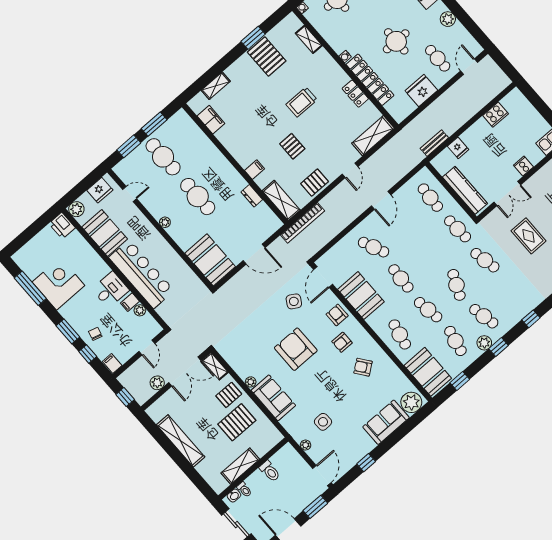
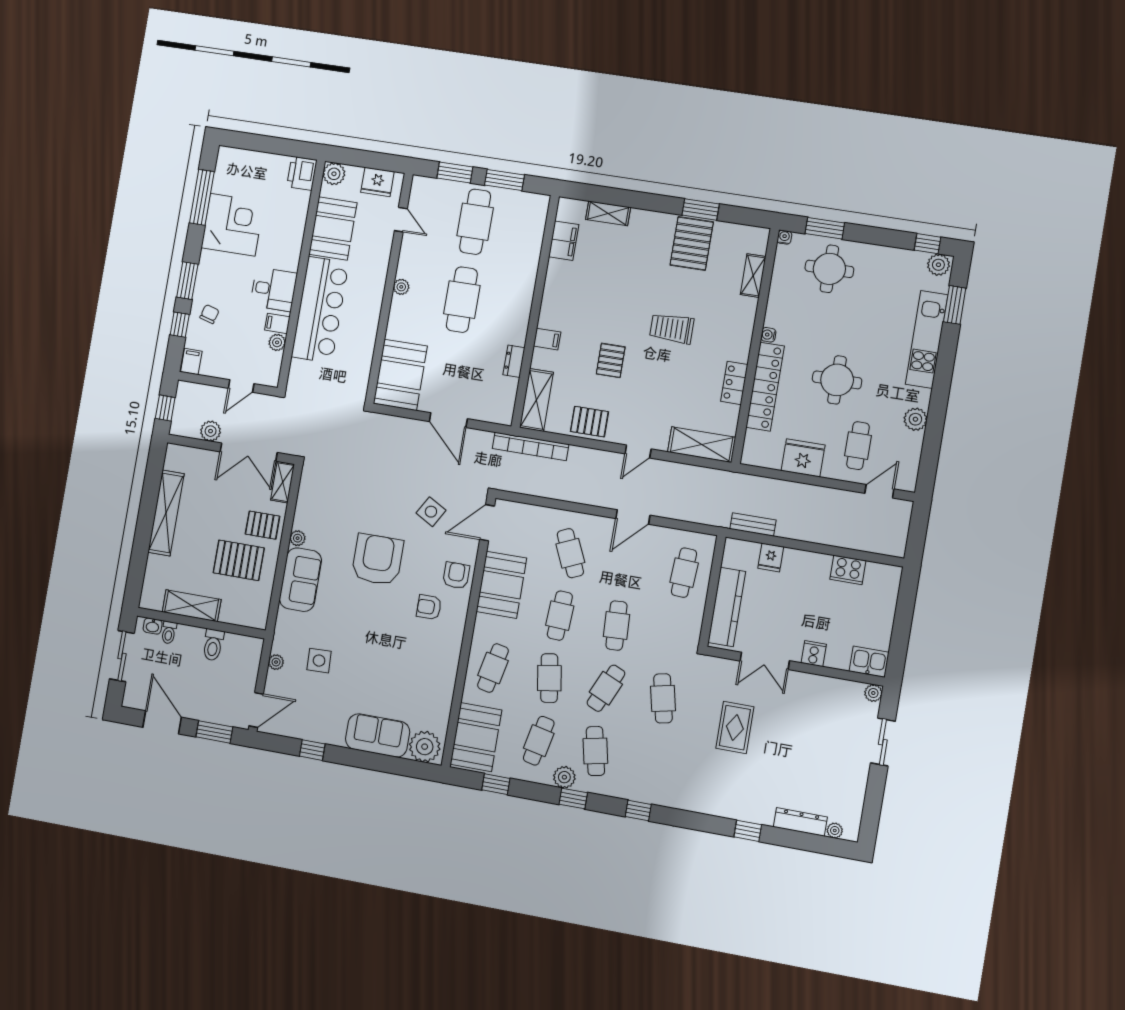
cafe table: (458, 229) -> (616, 625), moved
armchair: (363, 367) -> (420, 656), removed

